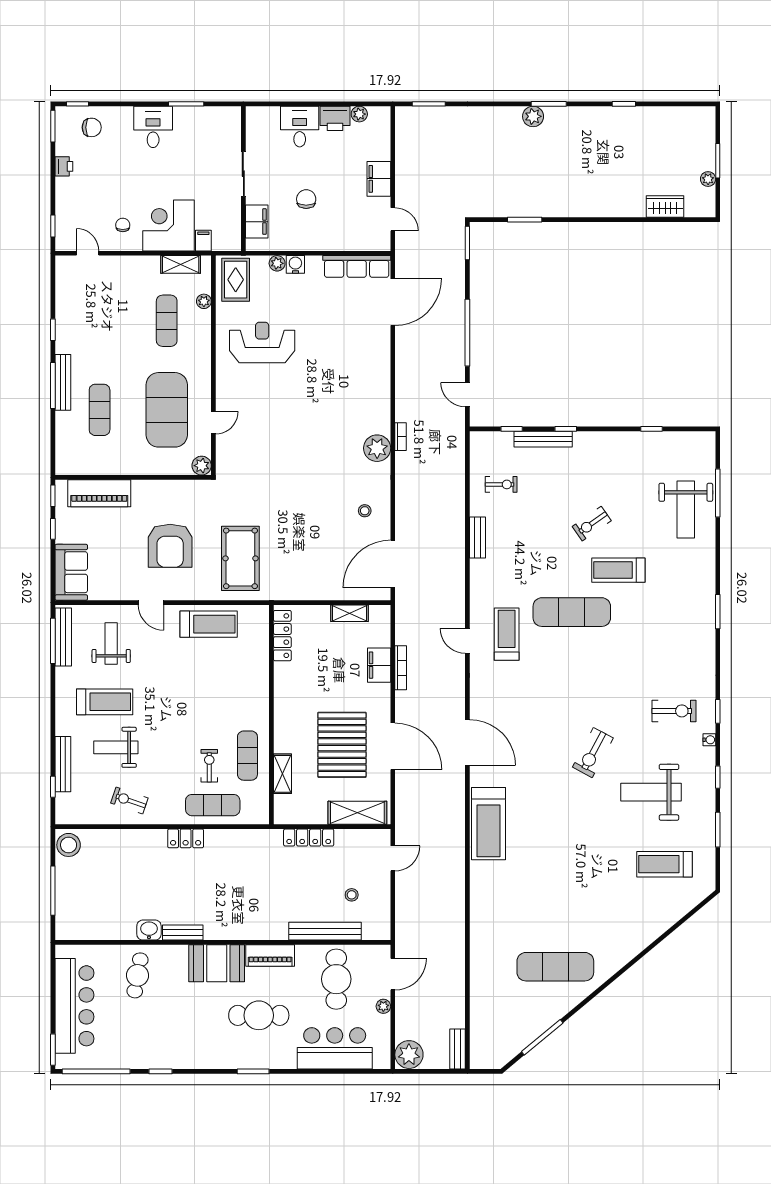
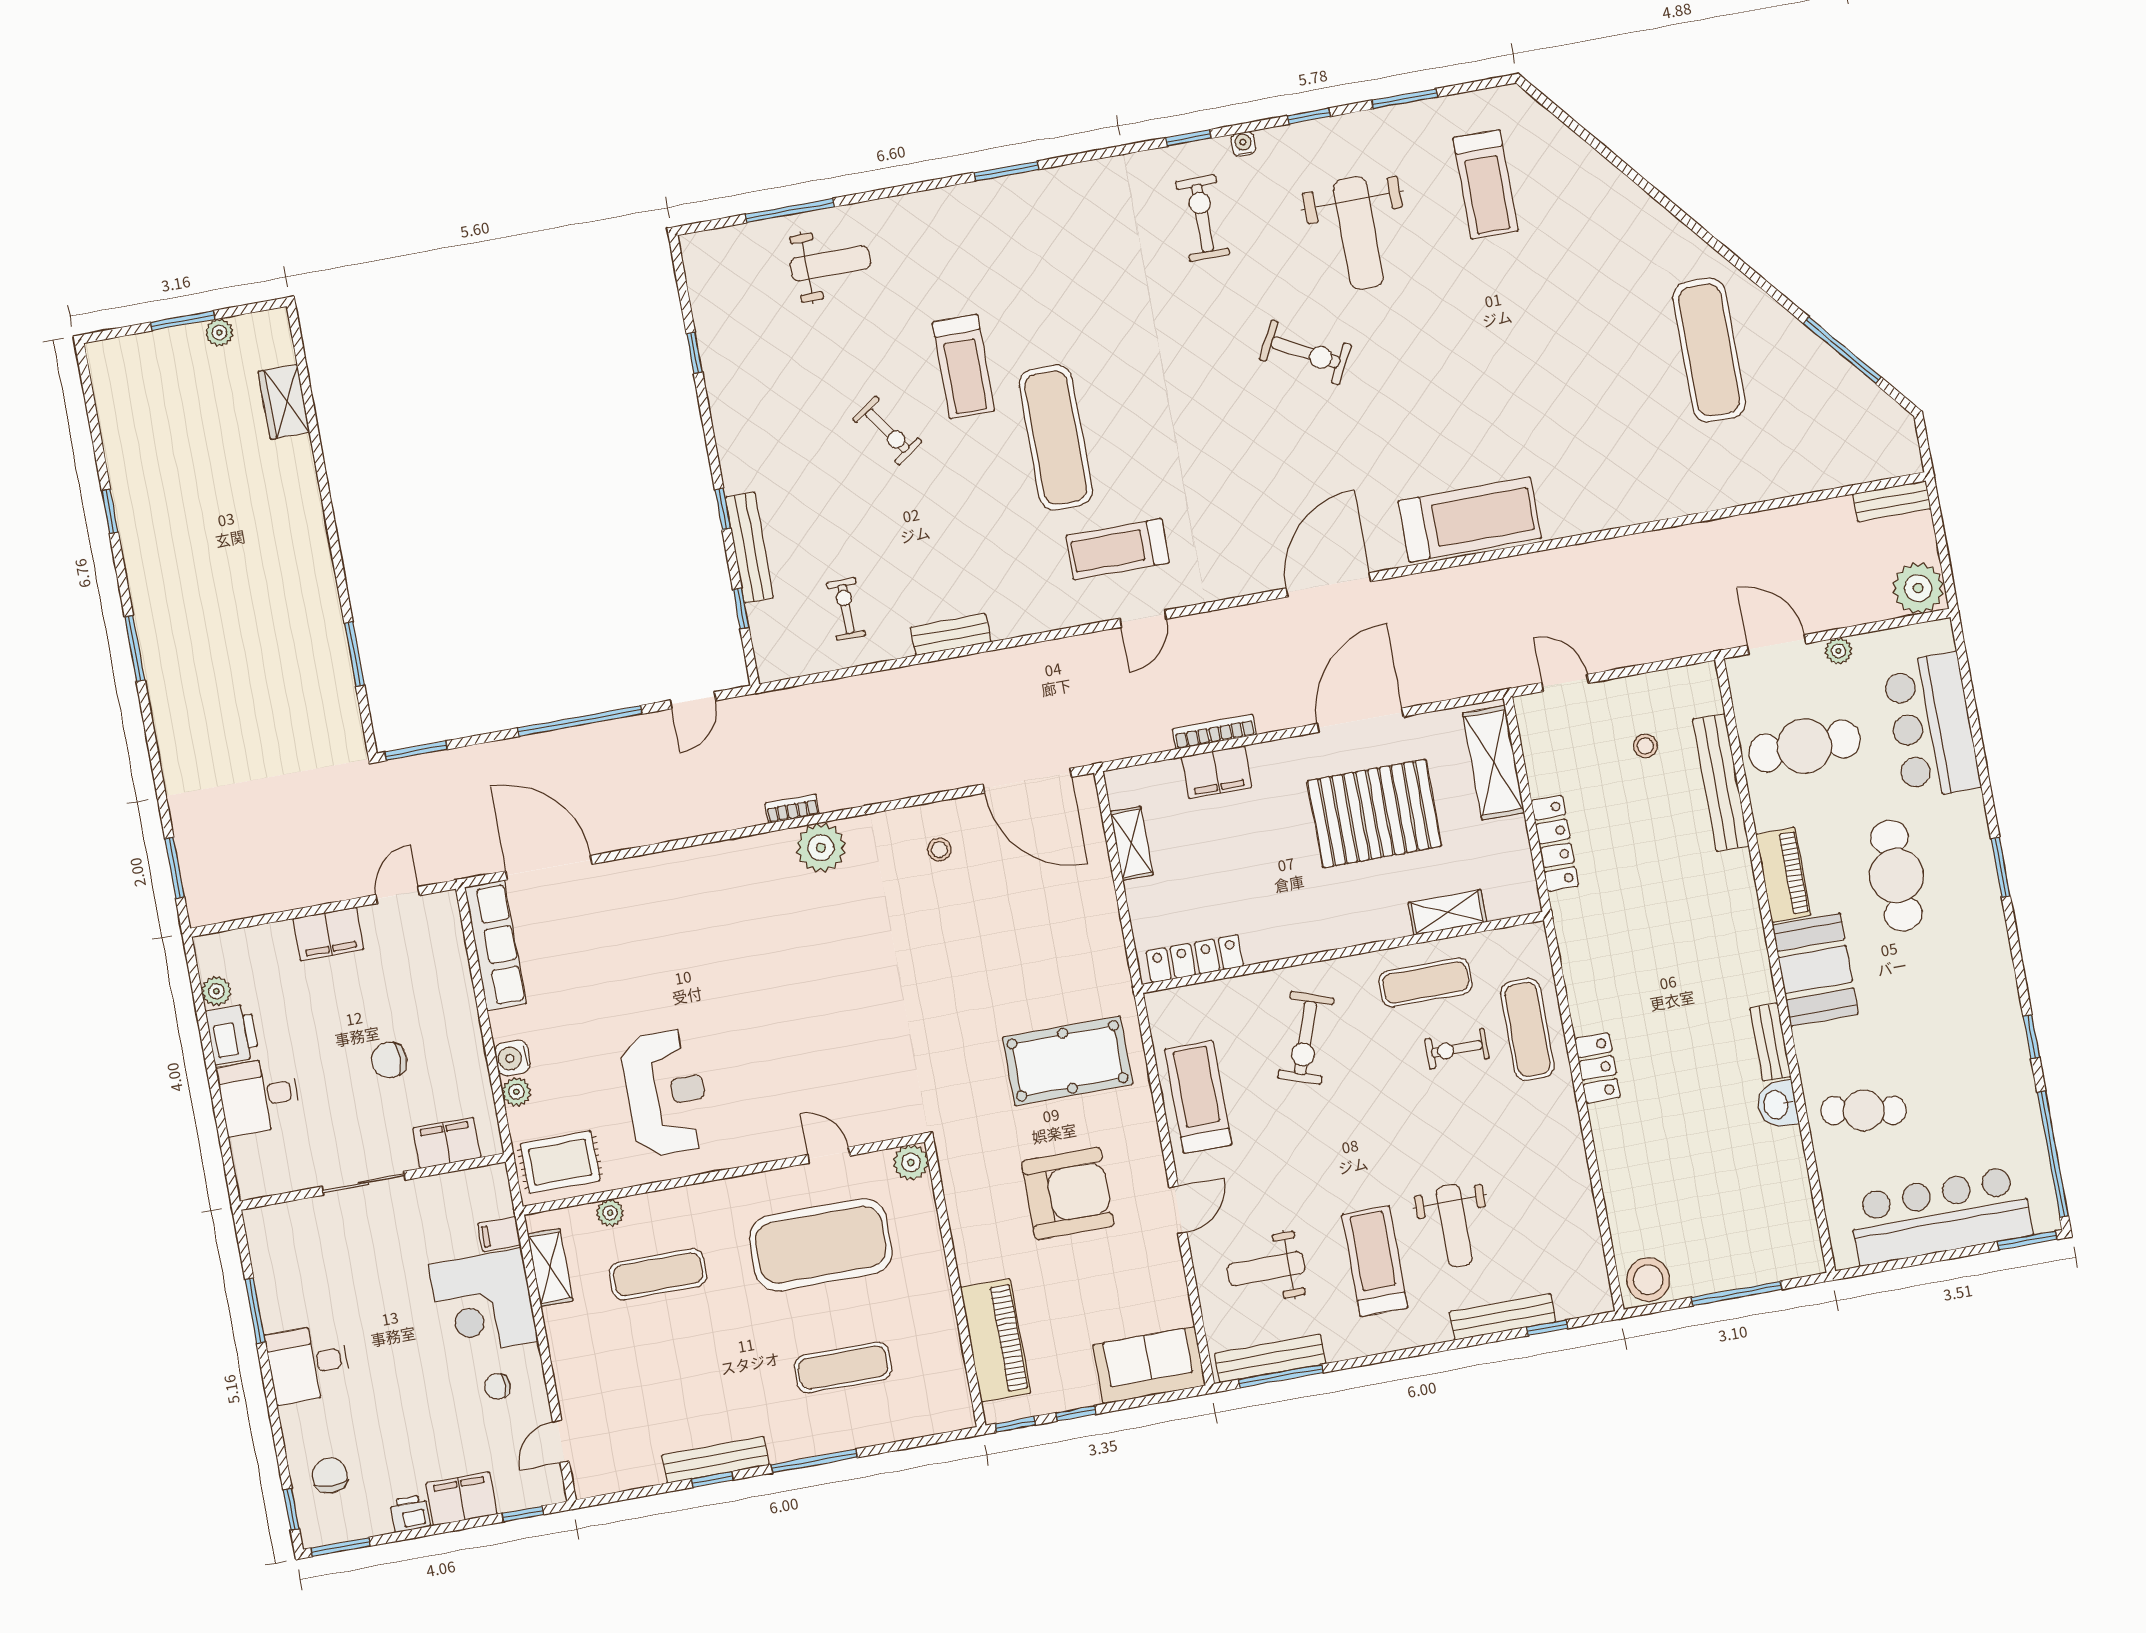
plant: (533, 116) -> (163, 673), removed
filing cabinet: (67, 195) -> (462, 1499), added
reception desk: (262, 343) -> (666, 1093), turned 180
bench: (63, 382) -> (715, 1460), moved
weight bench: (686, 509) -> (830, 263), width x0.73, depth x0.75
exercise bike: (129, 800) -> (1306, 1038), moved, width x1.38, depth x1.39

